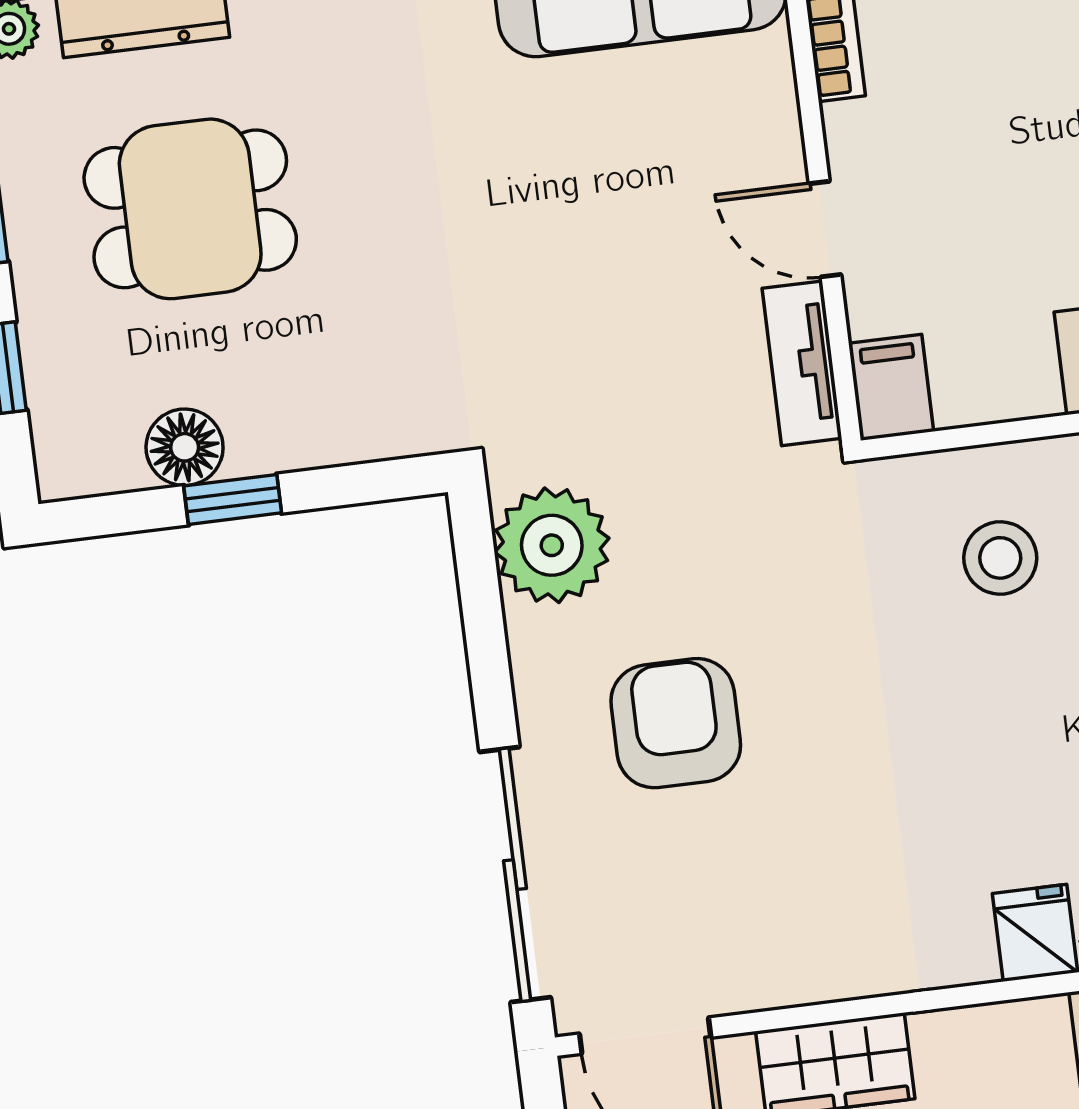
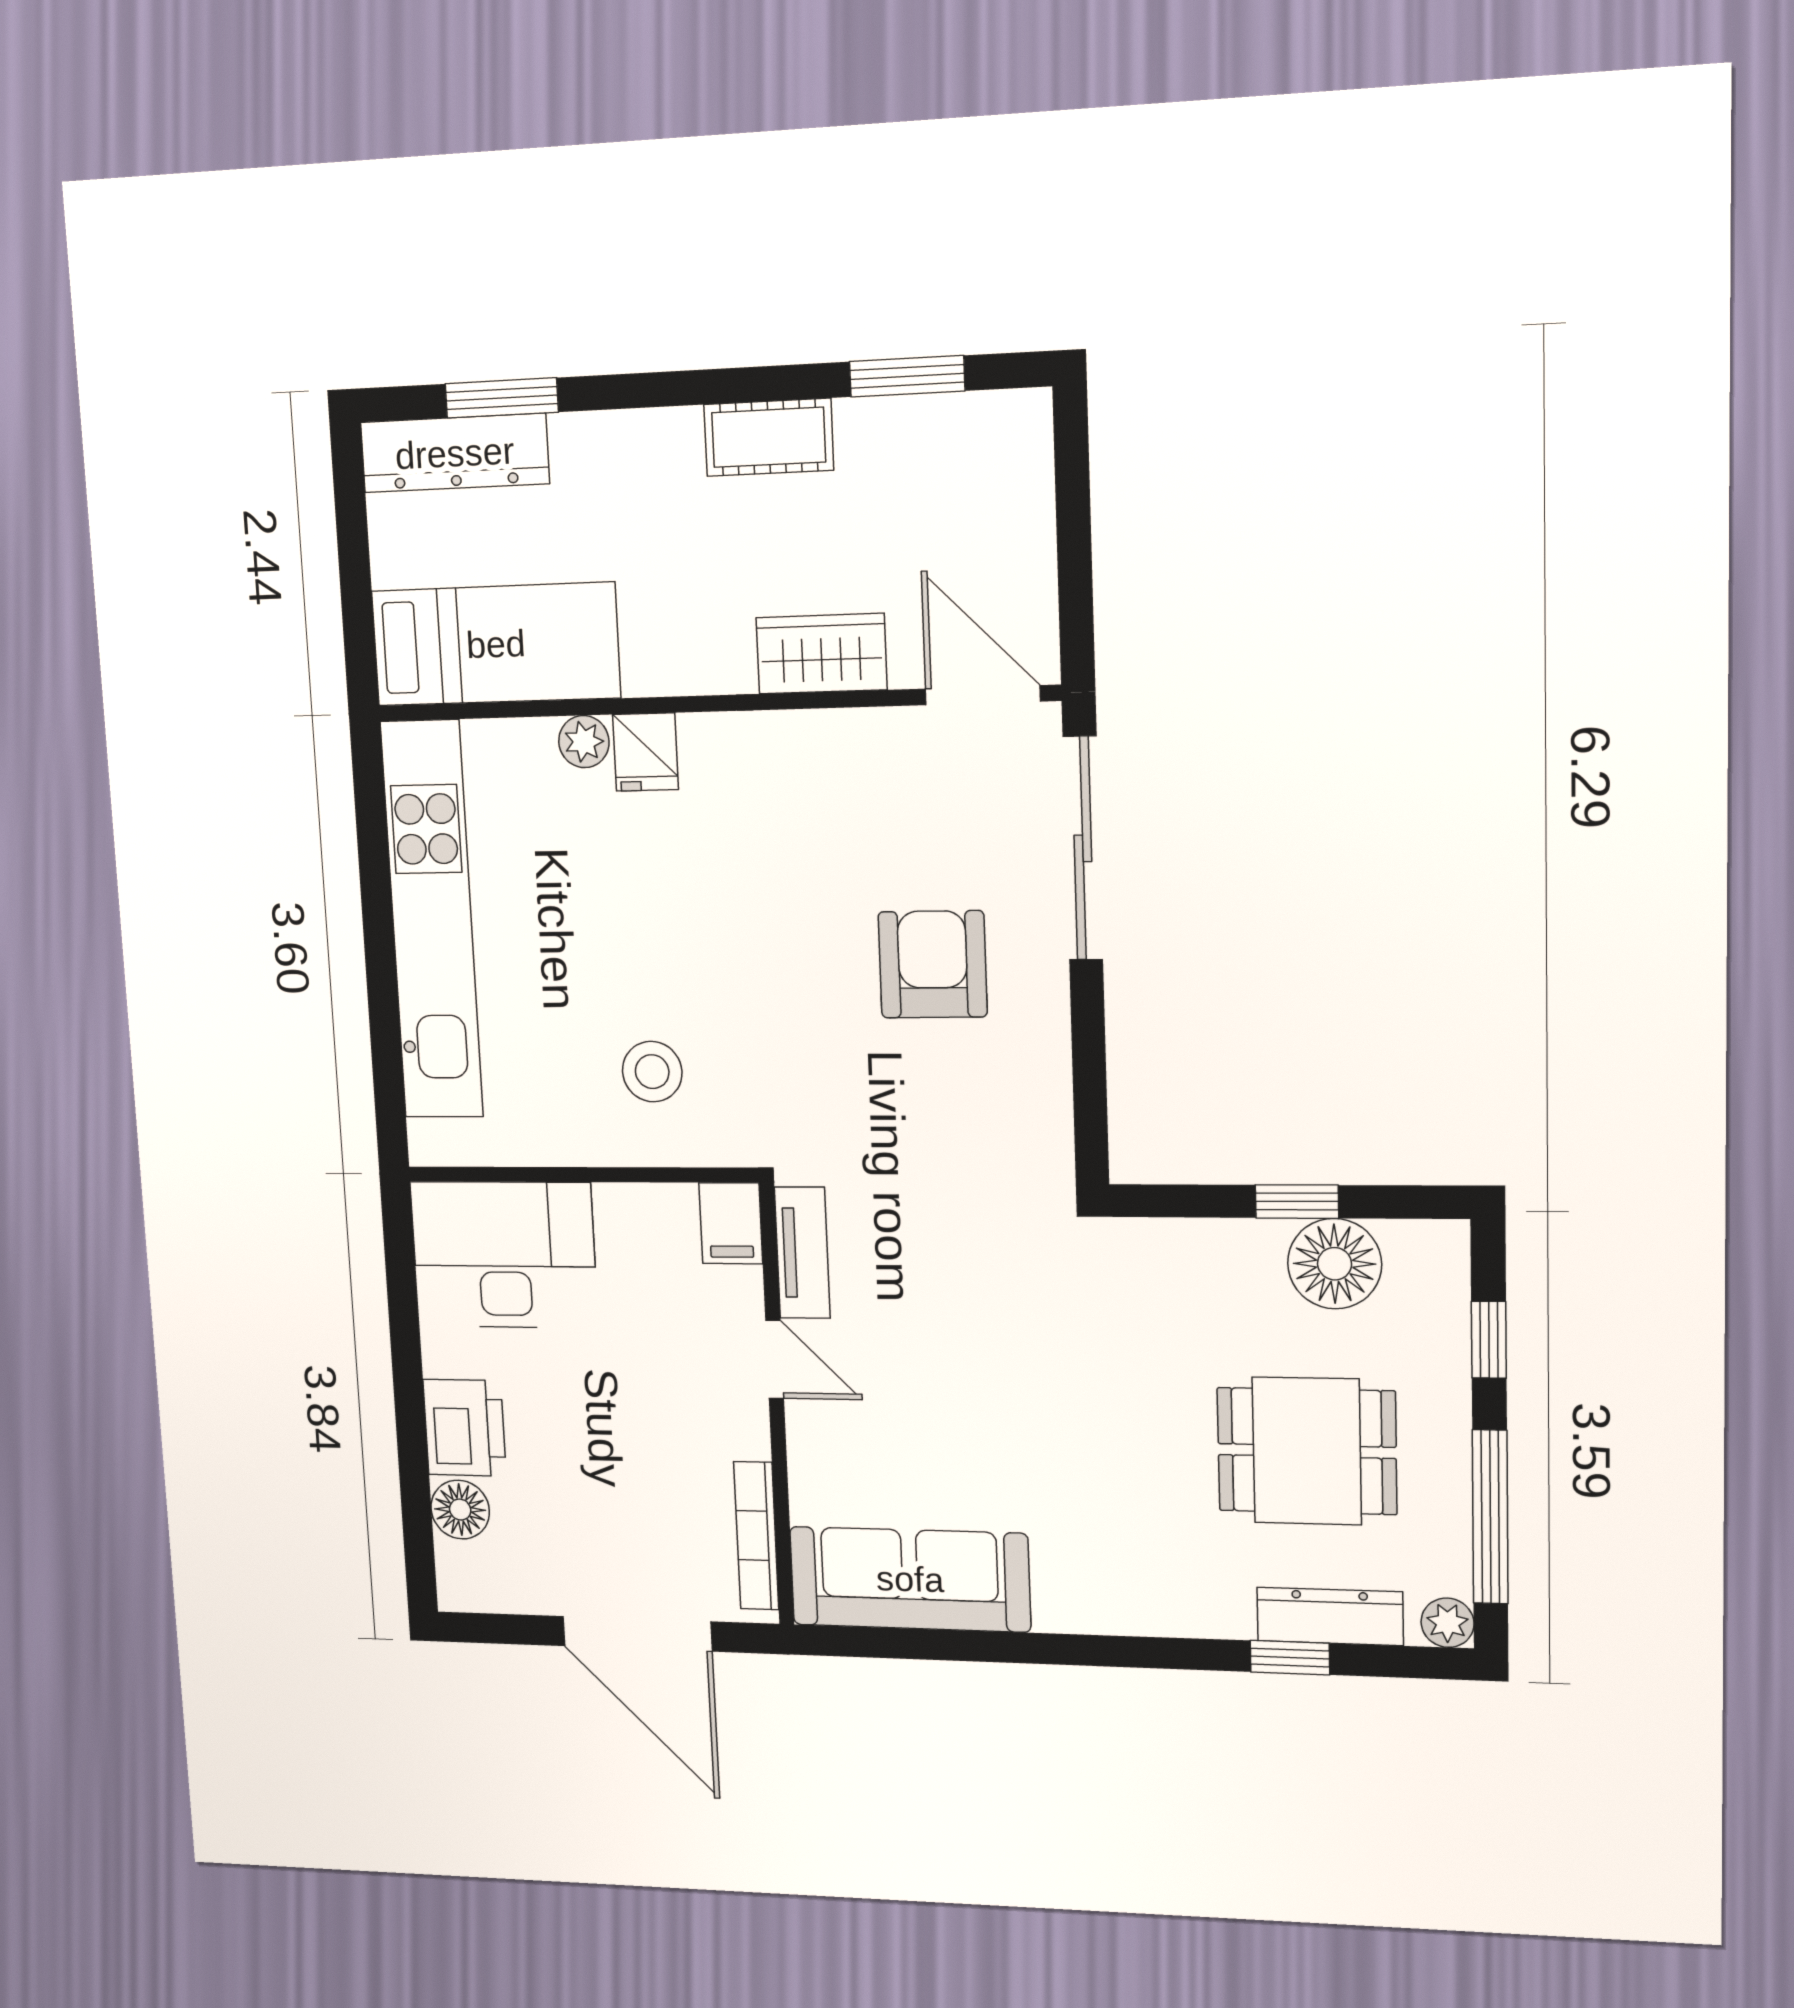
floor lamp: (185, 447) -> (1335, 1264), width x1.38, depth x1.38
plant: (552, 545) -> (1025, 1128), removed
armchair: (676, 723) -> (933, 964), turned 180

